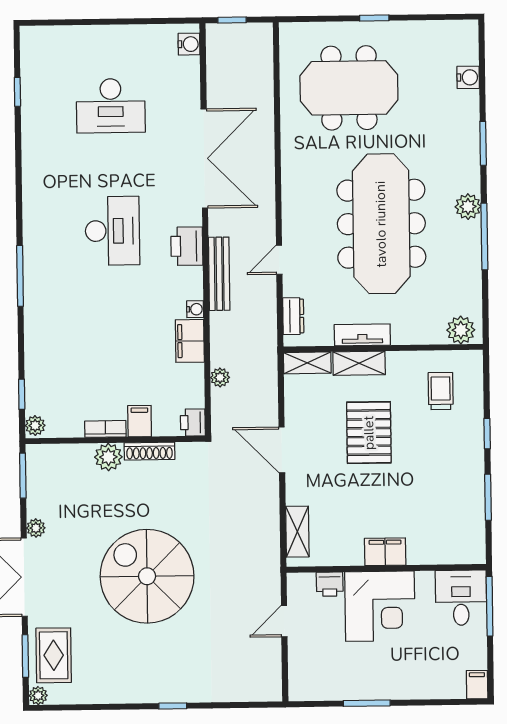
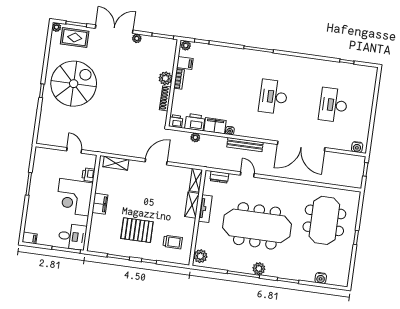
desk: (112, 231) -> (273, 97), turned 90
printer: (187, 246) -> (195, 122), moved
filing cabinet: (140, 421) -> (185, 63), moved
pallet: (369, 433) -> (137, 230), moved
spiral stairs: (147, 576) -> (74, 84), moved

